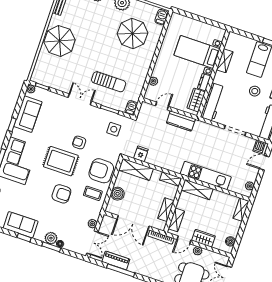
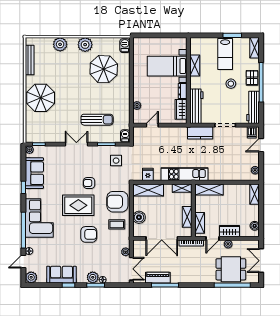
kitchen counter: (181, 121) -> (200, 133), moved
kitchen unit: (206, 175) -> (185, 174), moved

